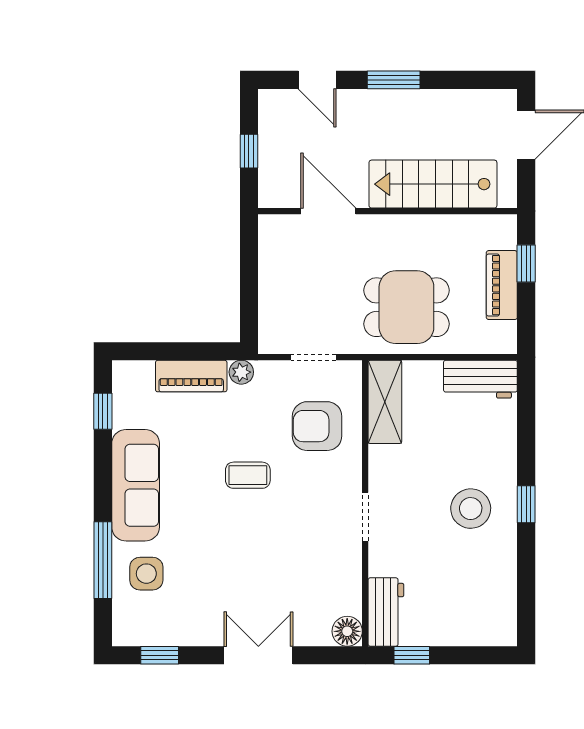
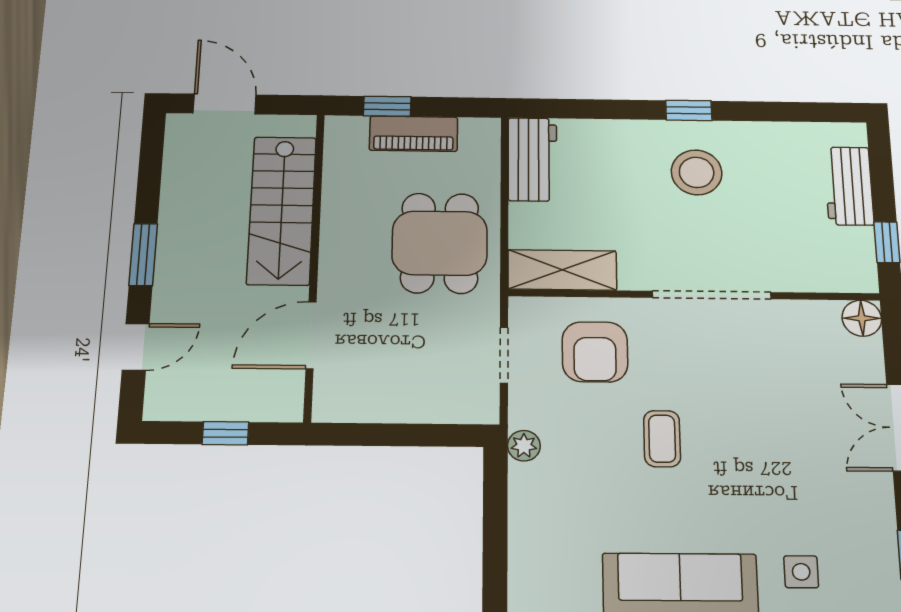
piano: (191, 376) -> (529, 510), removed
doorway: (365, 517) -> (712, 295), width x1.87
side table: (146, 574) -> (801, 572), width x0.73, depth x0.73
workbench: (386, 612) -> (849, 186), moved, turned -90

